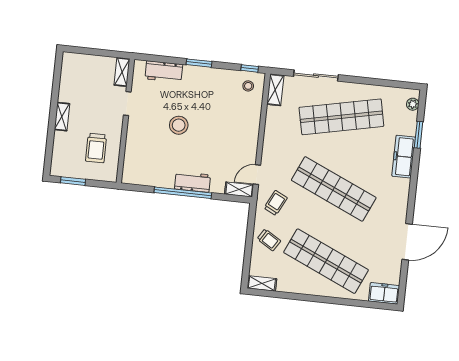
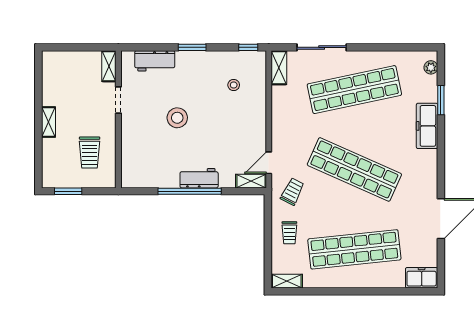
stool: (248, 86) -> (234, 85), moved
trolley: (269, 240) -> (289, 233), turned 58
shop shelf: (326, 261) -> (354, 249), turned -30

